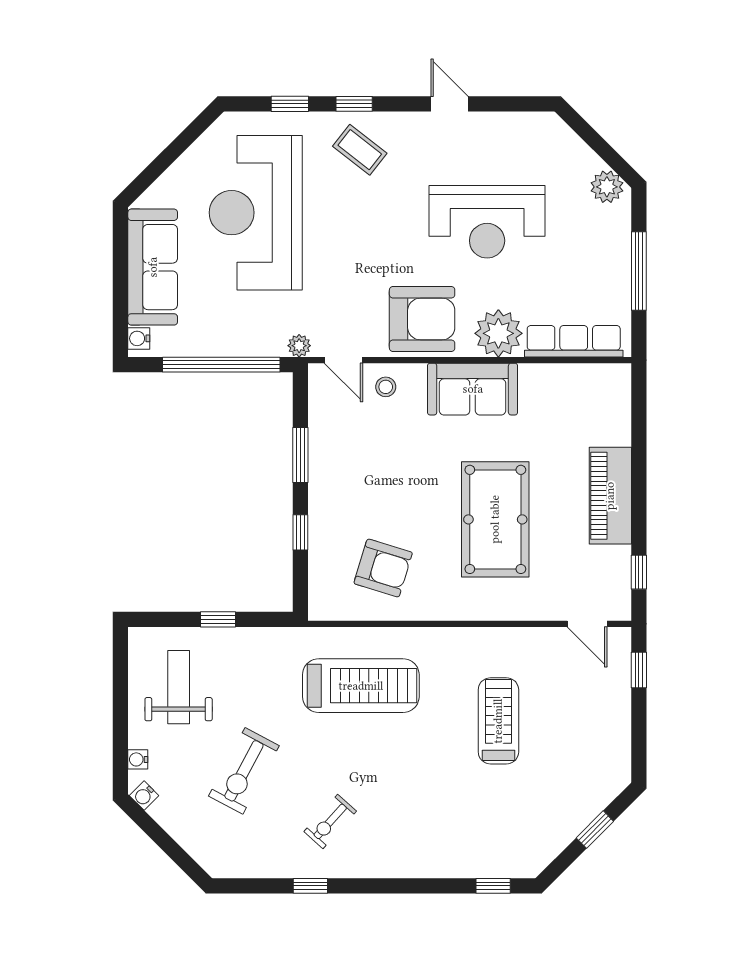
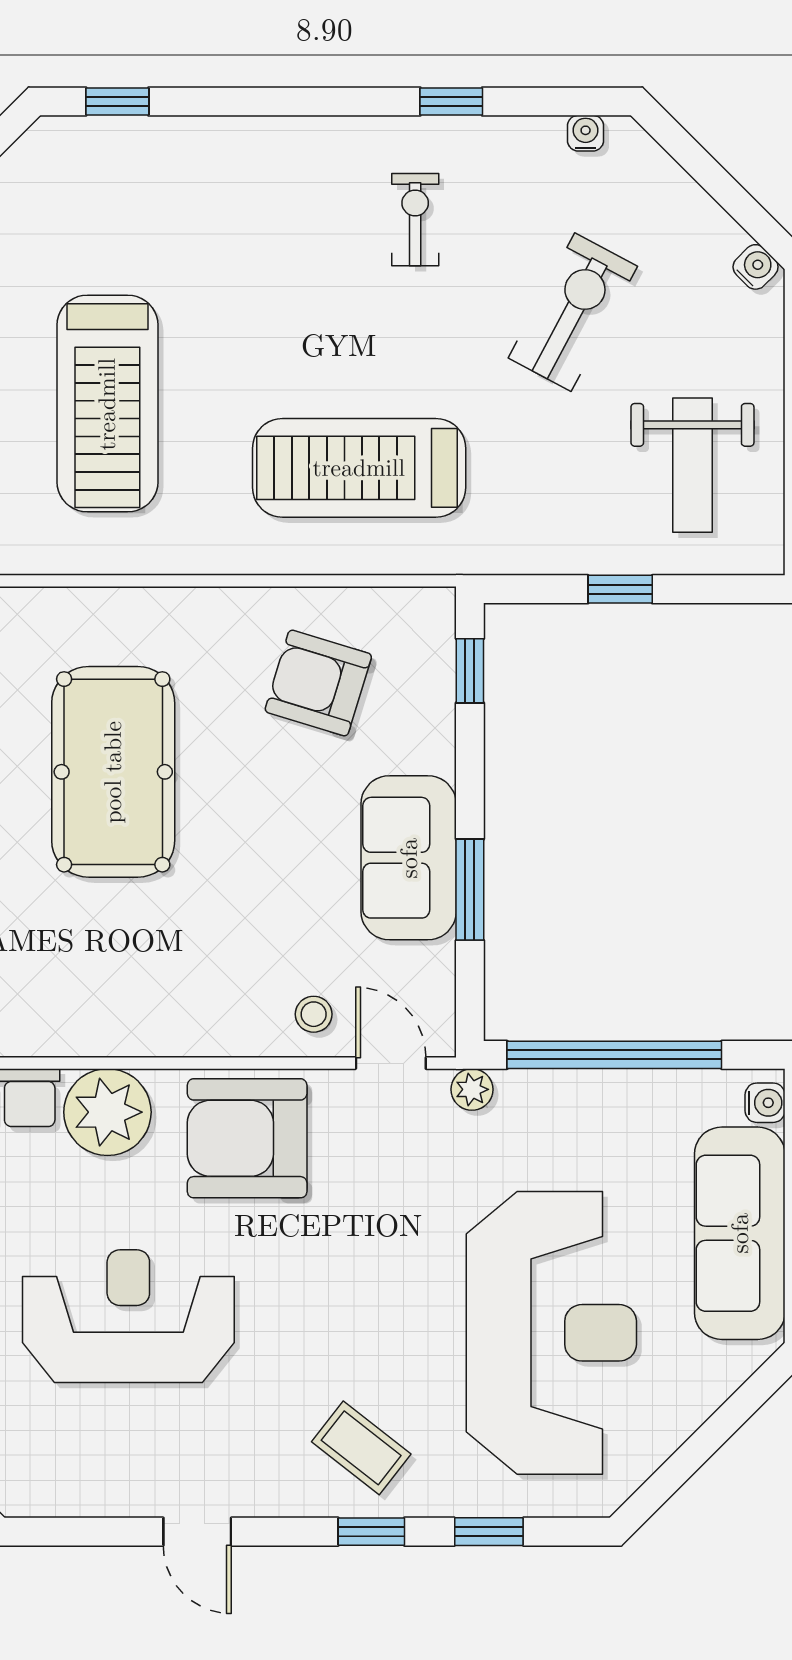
sofa: (473, 389) -> (409, 858), moved, turned -90
window: (300, 532) -> (470, 671), moved
treadmill: (498, 721) -> (107, 404), width x1.37, depth x1.38
water cooler: (138, 759) -> (586, 133), moved, turned -90
exercise bike: (330, 821) -> (415, 220), turned -42

